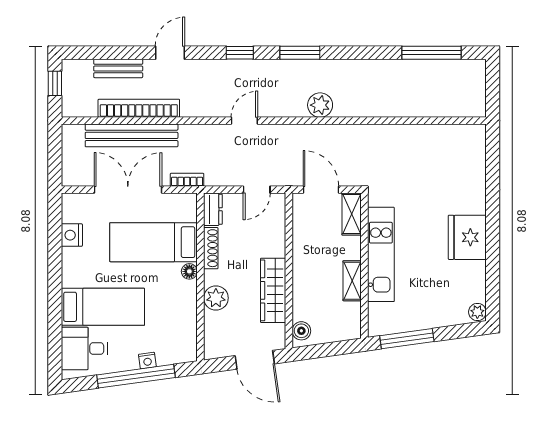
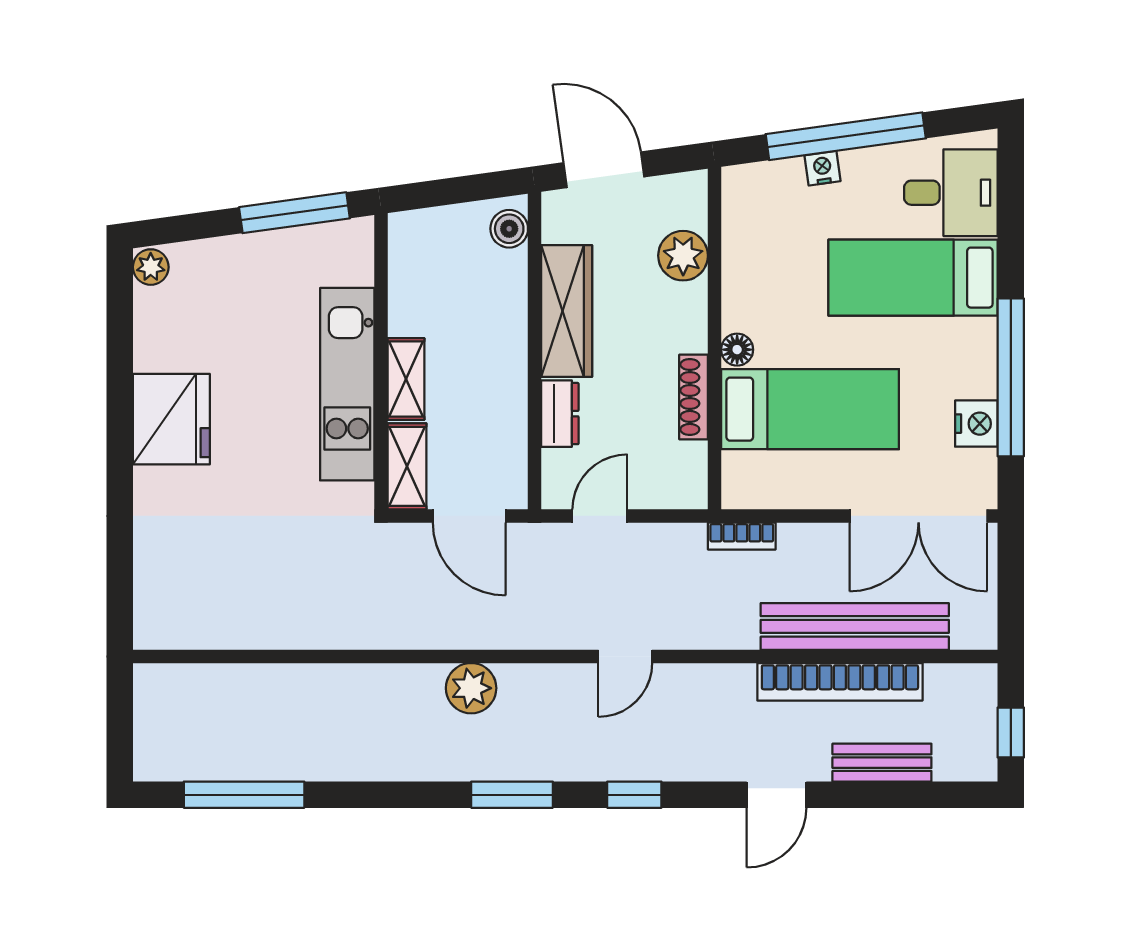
double door: (128, 190) -> (919, 516), moved
dresser: (213, 209) -> (560, 414), moved, turned 180
window: (55, 258) -> (1011, 377), added
shelving: (352, 281) -> (406, 379), moved
plant: (216, 298) -> (683, 256), moved

